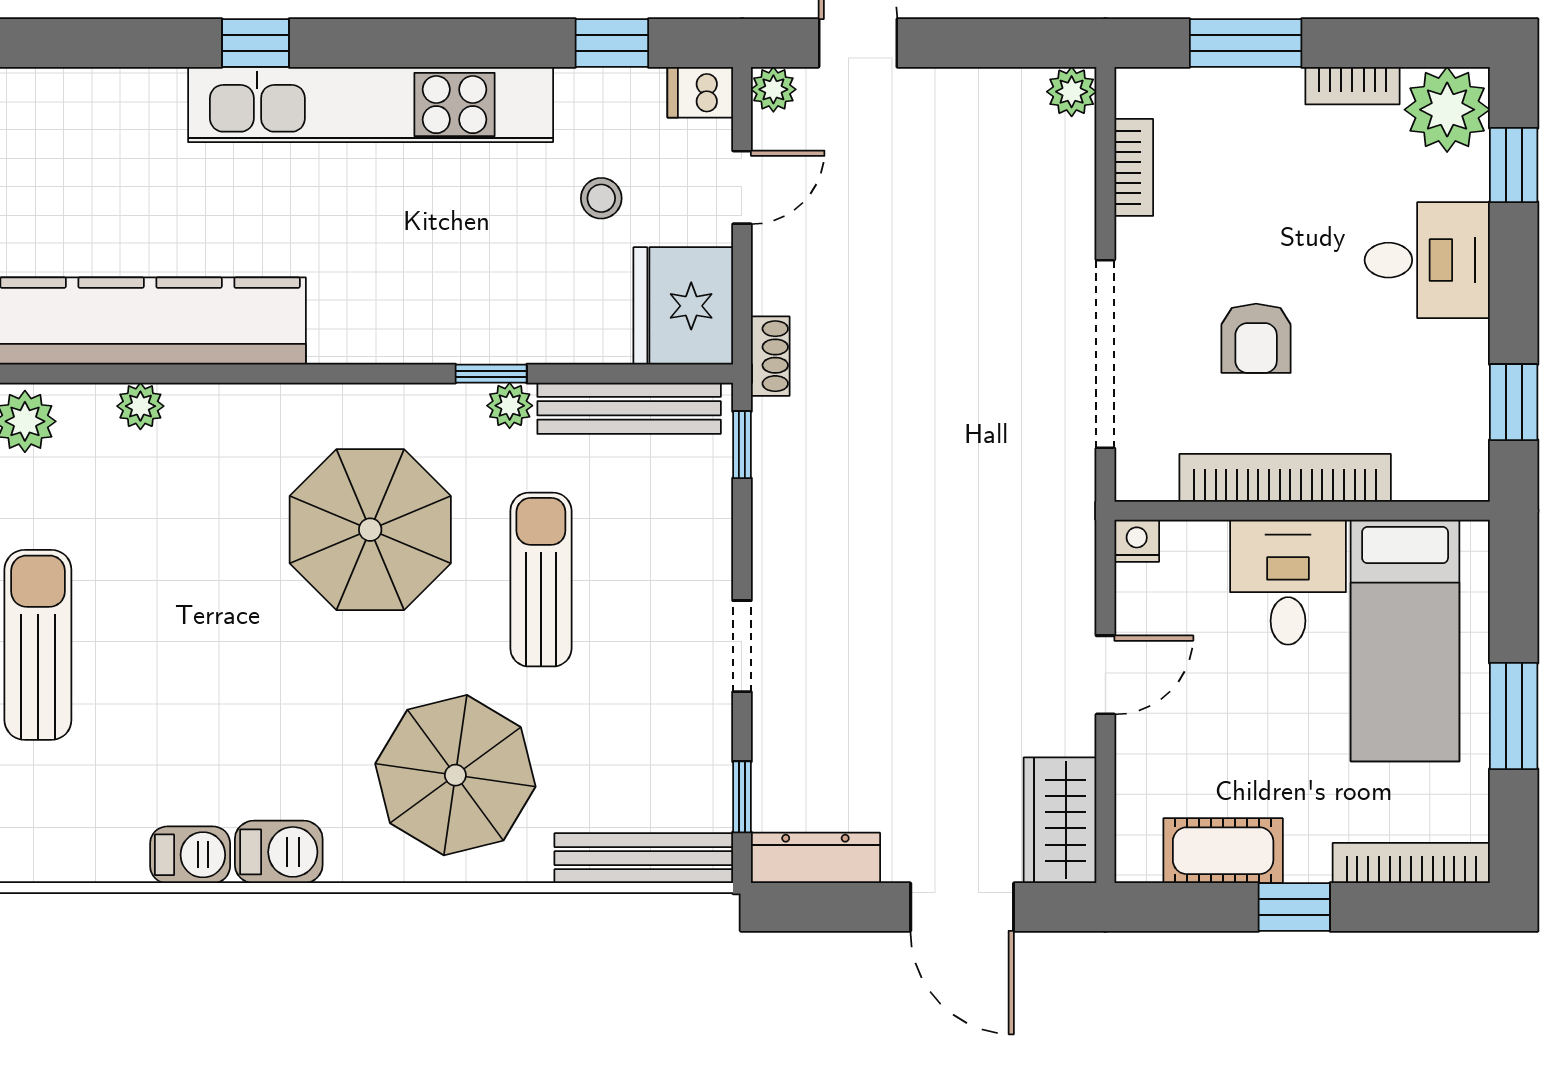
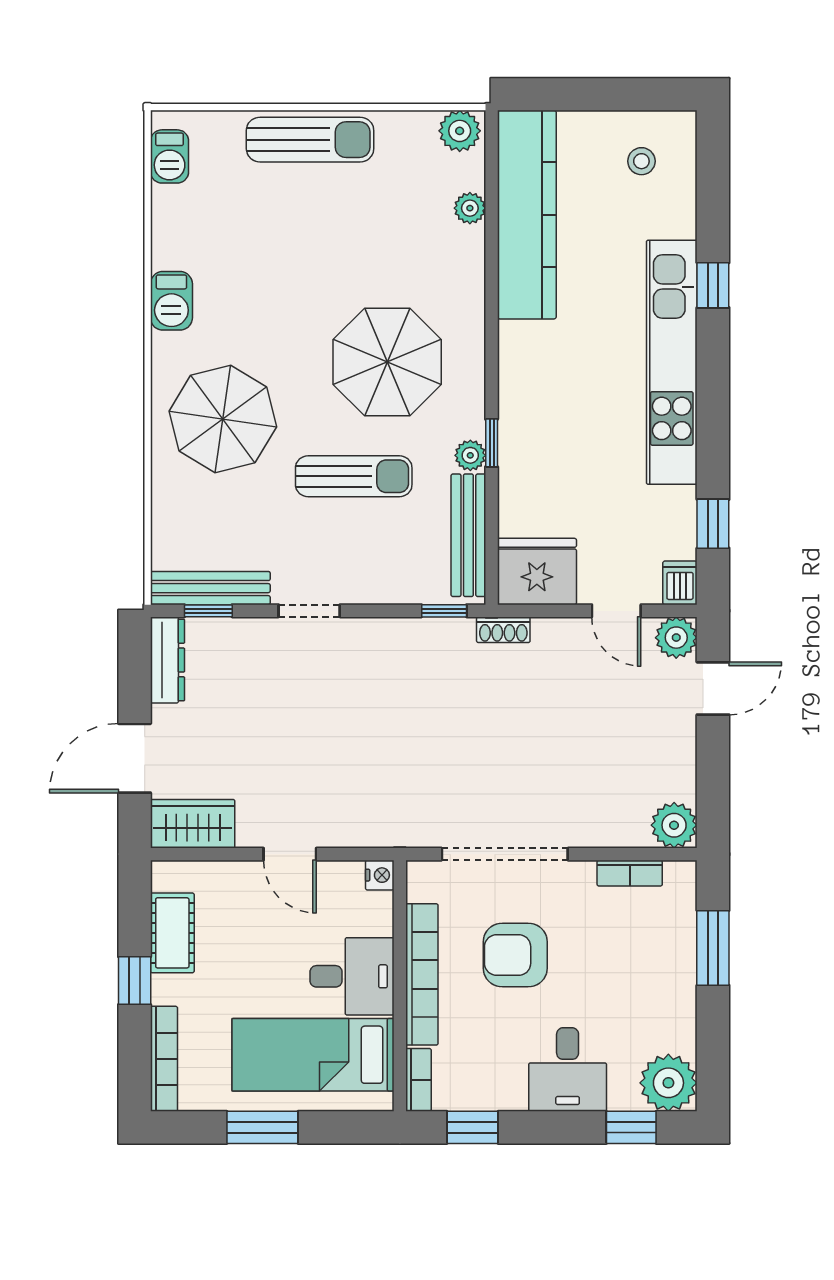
bookcase: (1352, 86) -> (418, 1080), moved, turned 180
plant: (773, 89) -> (676, 638), width x1.38, depth x1.38
plant: (1072, 92) -> (674, 825), width x1.38, depth x1.38
stool: (601, 198) -> (641, 161), moved
armchair: (1256, 338) -> (515, 955), width x1.38, depth x1.38
barbecue: (190, 855) -> (170, 156), moved
bench: (644, 858) -> (210, 588), moved, turned 90

